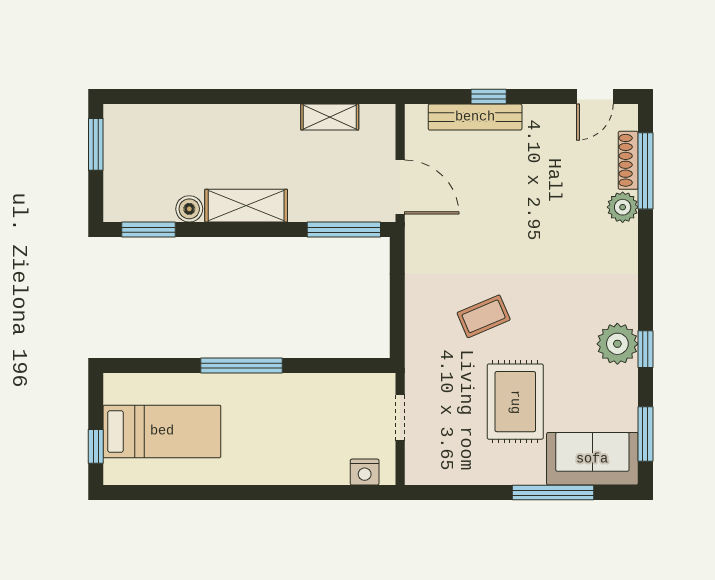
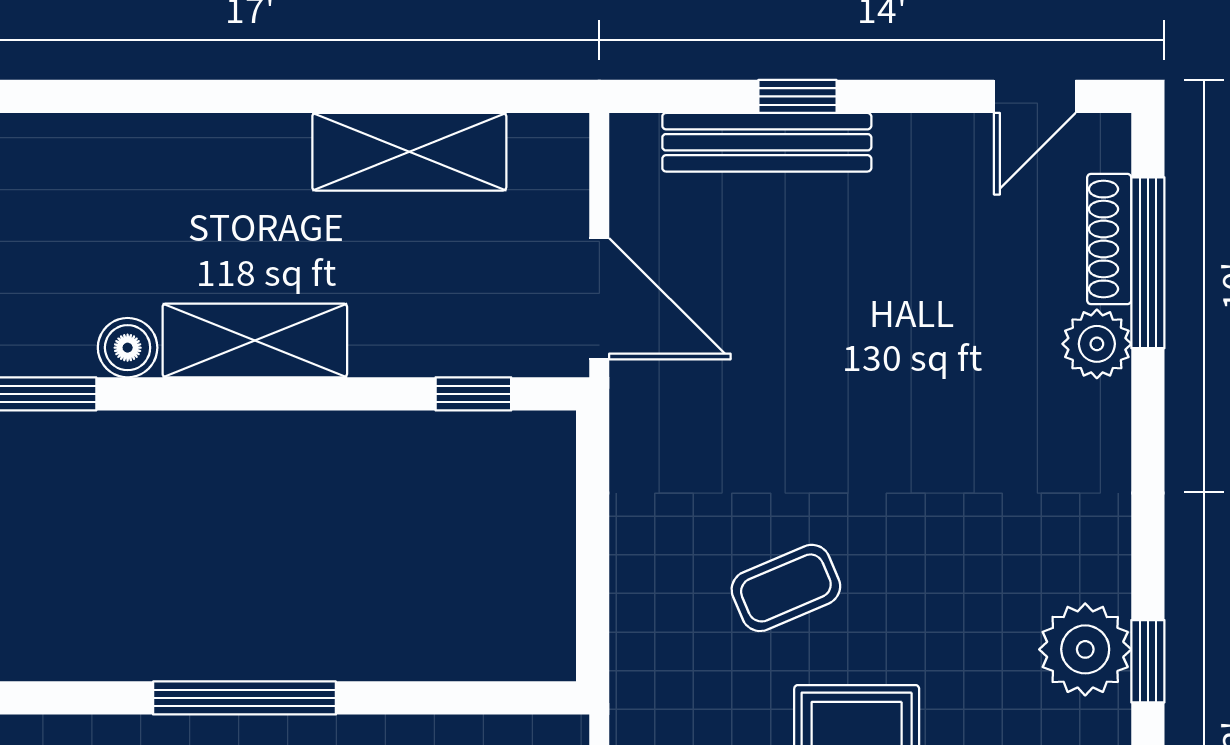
shelving: (330, 117) -> (409, 152), width x1.50, depth x1.33
window: (344, 230) -> (473, 394), width x0.46

